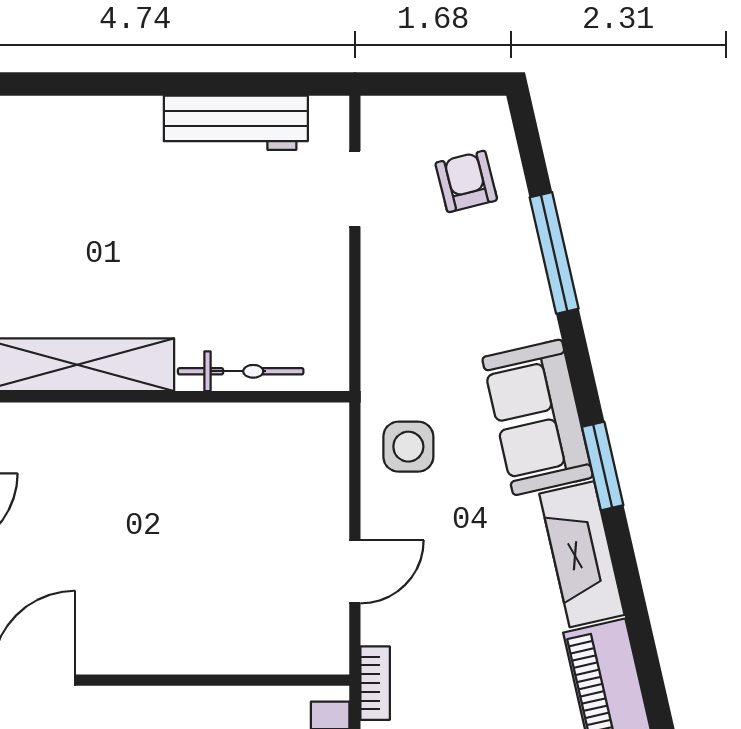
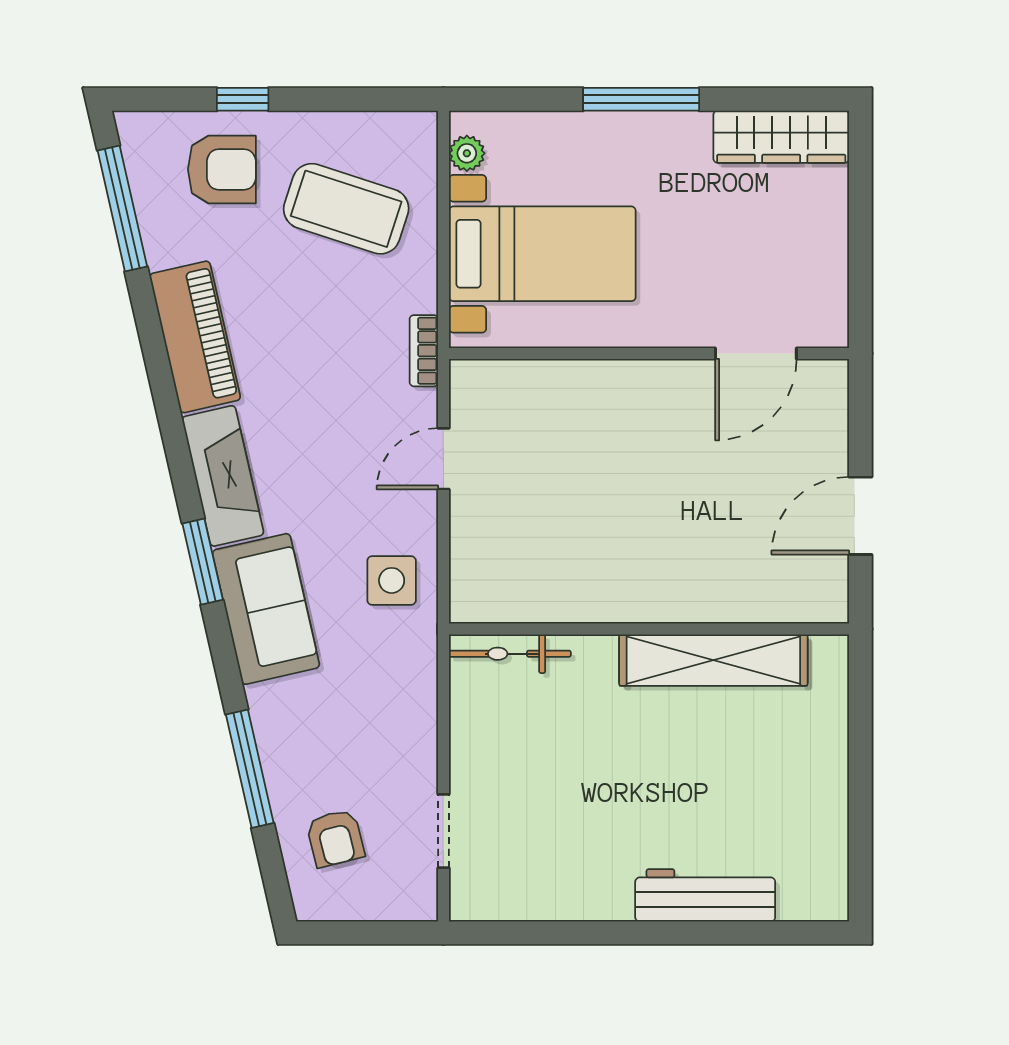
workbench: (236, 123) -> (705, 895), moved
bicycle: (241, 371) -> (510, 654), moved

